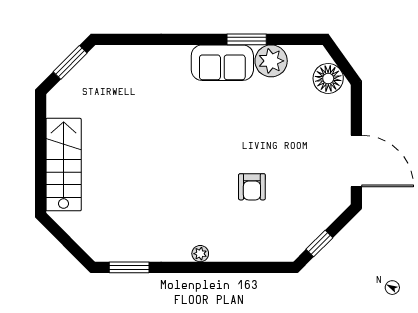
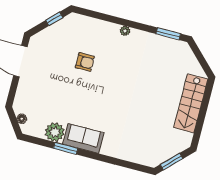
floor lamp: (328, 78) -> (22, 119), width x0.53, depth x0.53
armchair: (252, 187) -> (85, 62), turned 90

